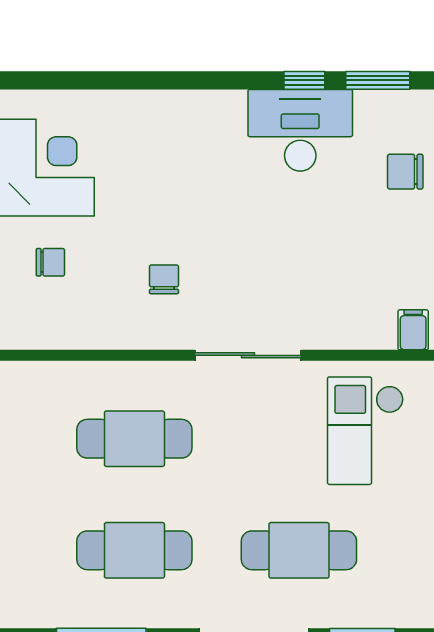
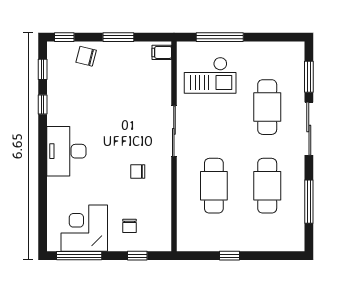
window: (378, 80) -> (43, 69), width x0.67
desk: (300, 130) -> (66, 151), moved
chair: (405, 172) -> (86, 56), turned 104
chair: (50, 262) -> (129, 226), turned 180

